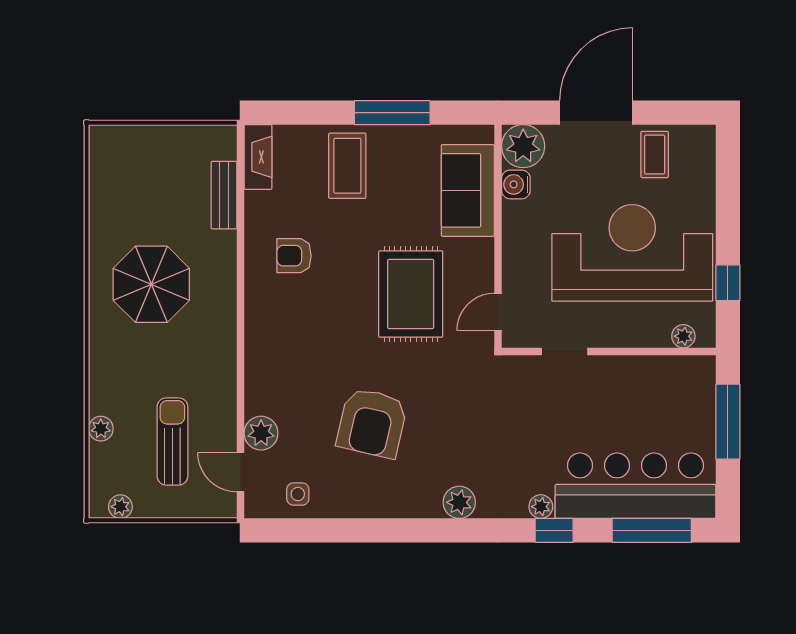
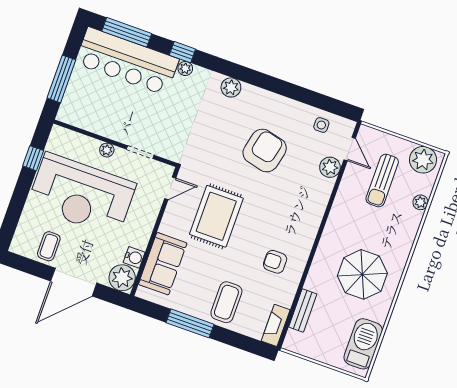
barbecue: (112, 177) -> (363, 344), added
armchair: (294, 256) -> (275, 262), turned 180
plant: (683, 336) -> (107, 150), moved
plant: (120, 507) -> (423, 160), width x1.87, depth x1.87

